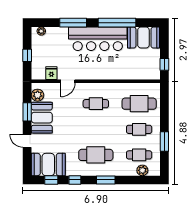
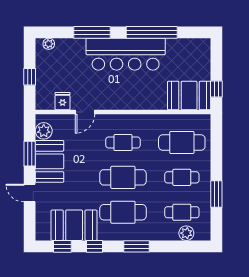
booth: (143, 38) -> (189, 95), moved
cafe table: (96, 129) -> (123, 177), added
booth: (48, 164) -> (74, 225), moved

